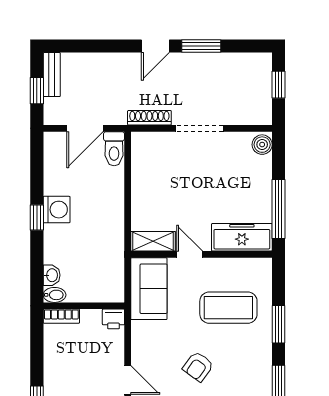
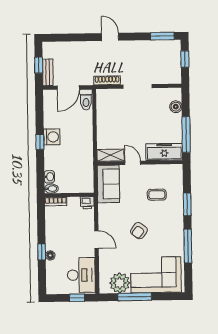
door: (155, 46) -> (110, 37), swing flipped
window: (201, 46) -> (162, 36), moved
bench: (52, 75) -> (48, 72), moved
boiler: (262, 145) -> (176, 107), moved
coffee table: (228, 308) -> (157, 195), width x0.54, depth x0.58

